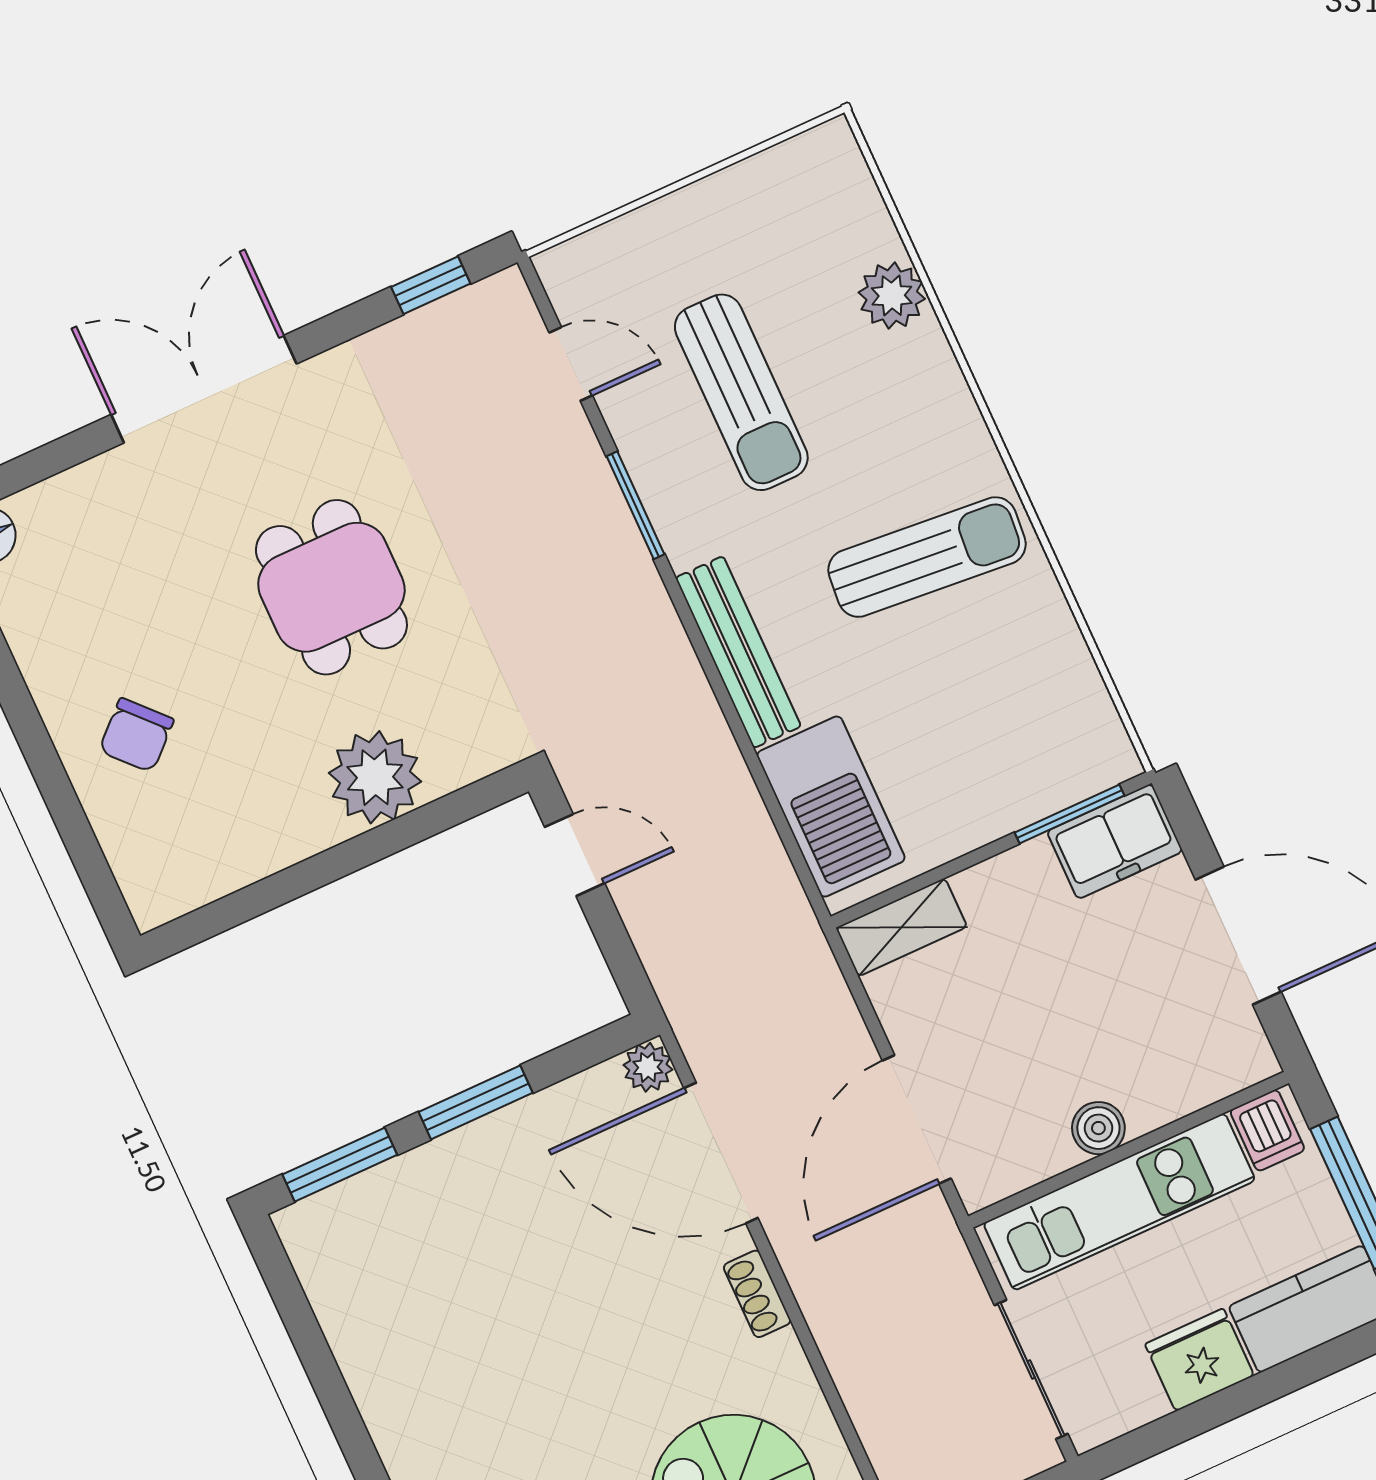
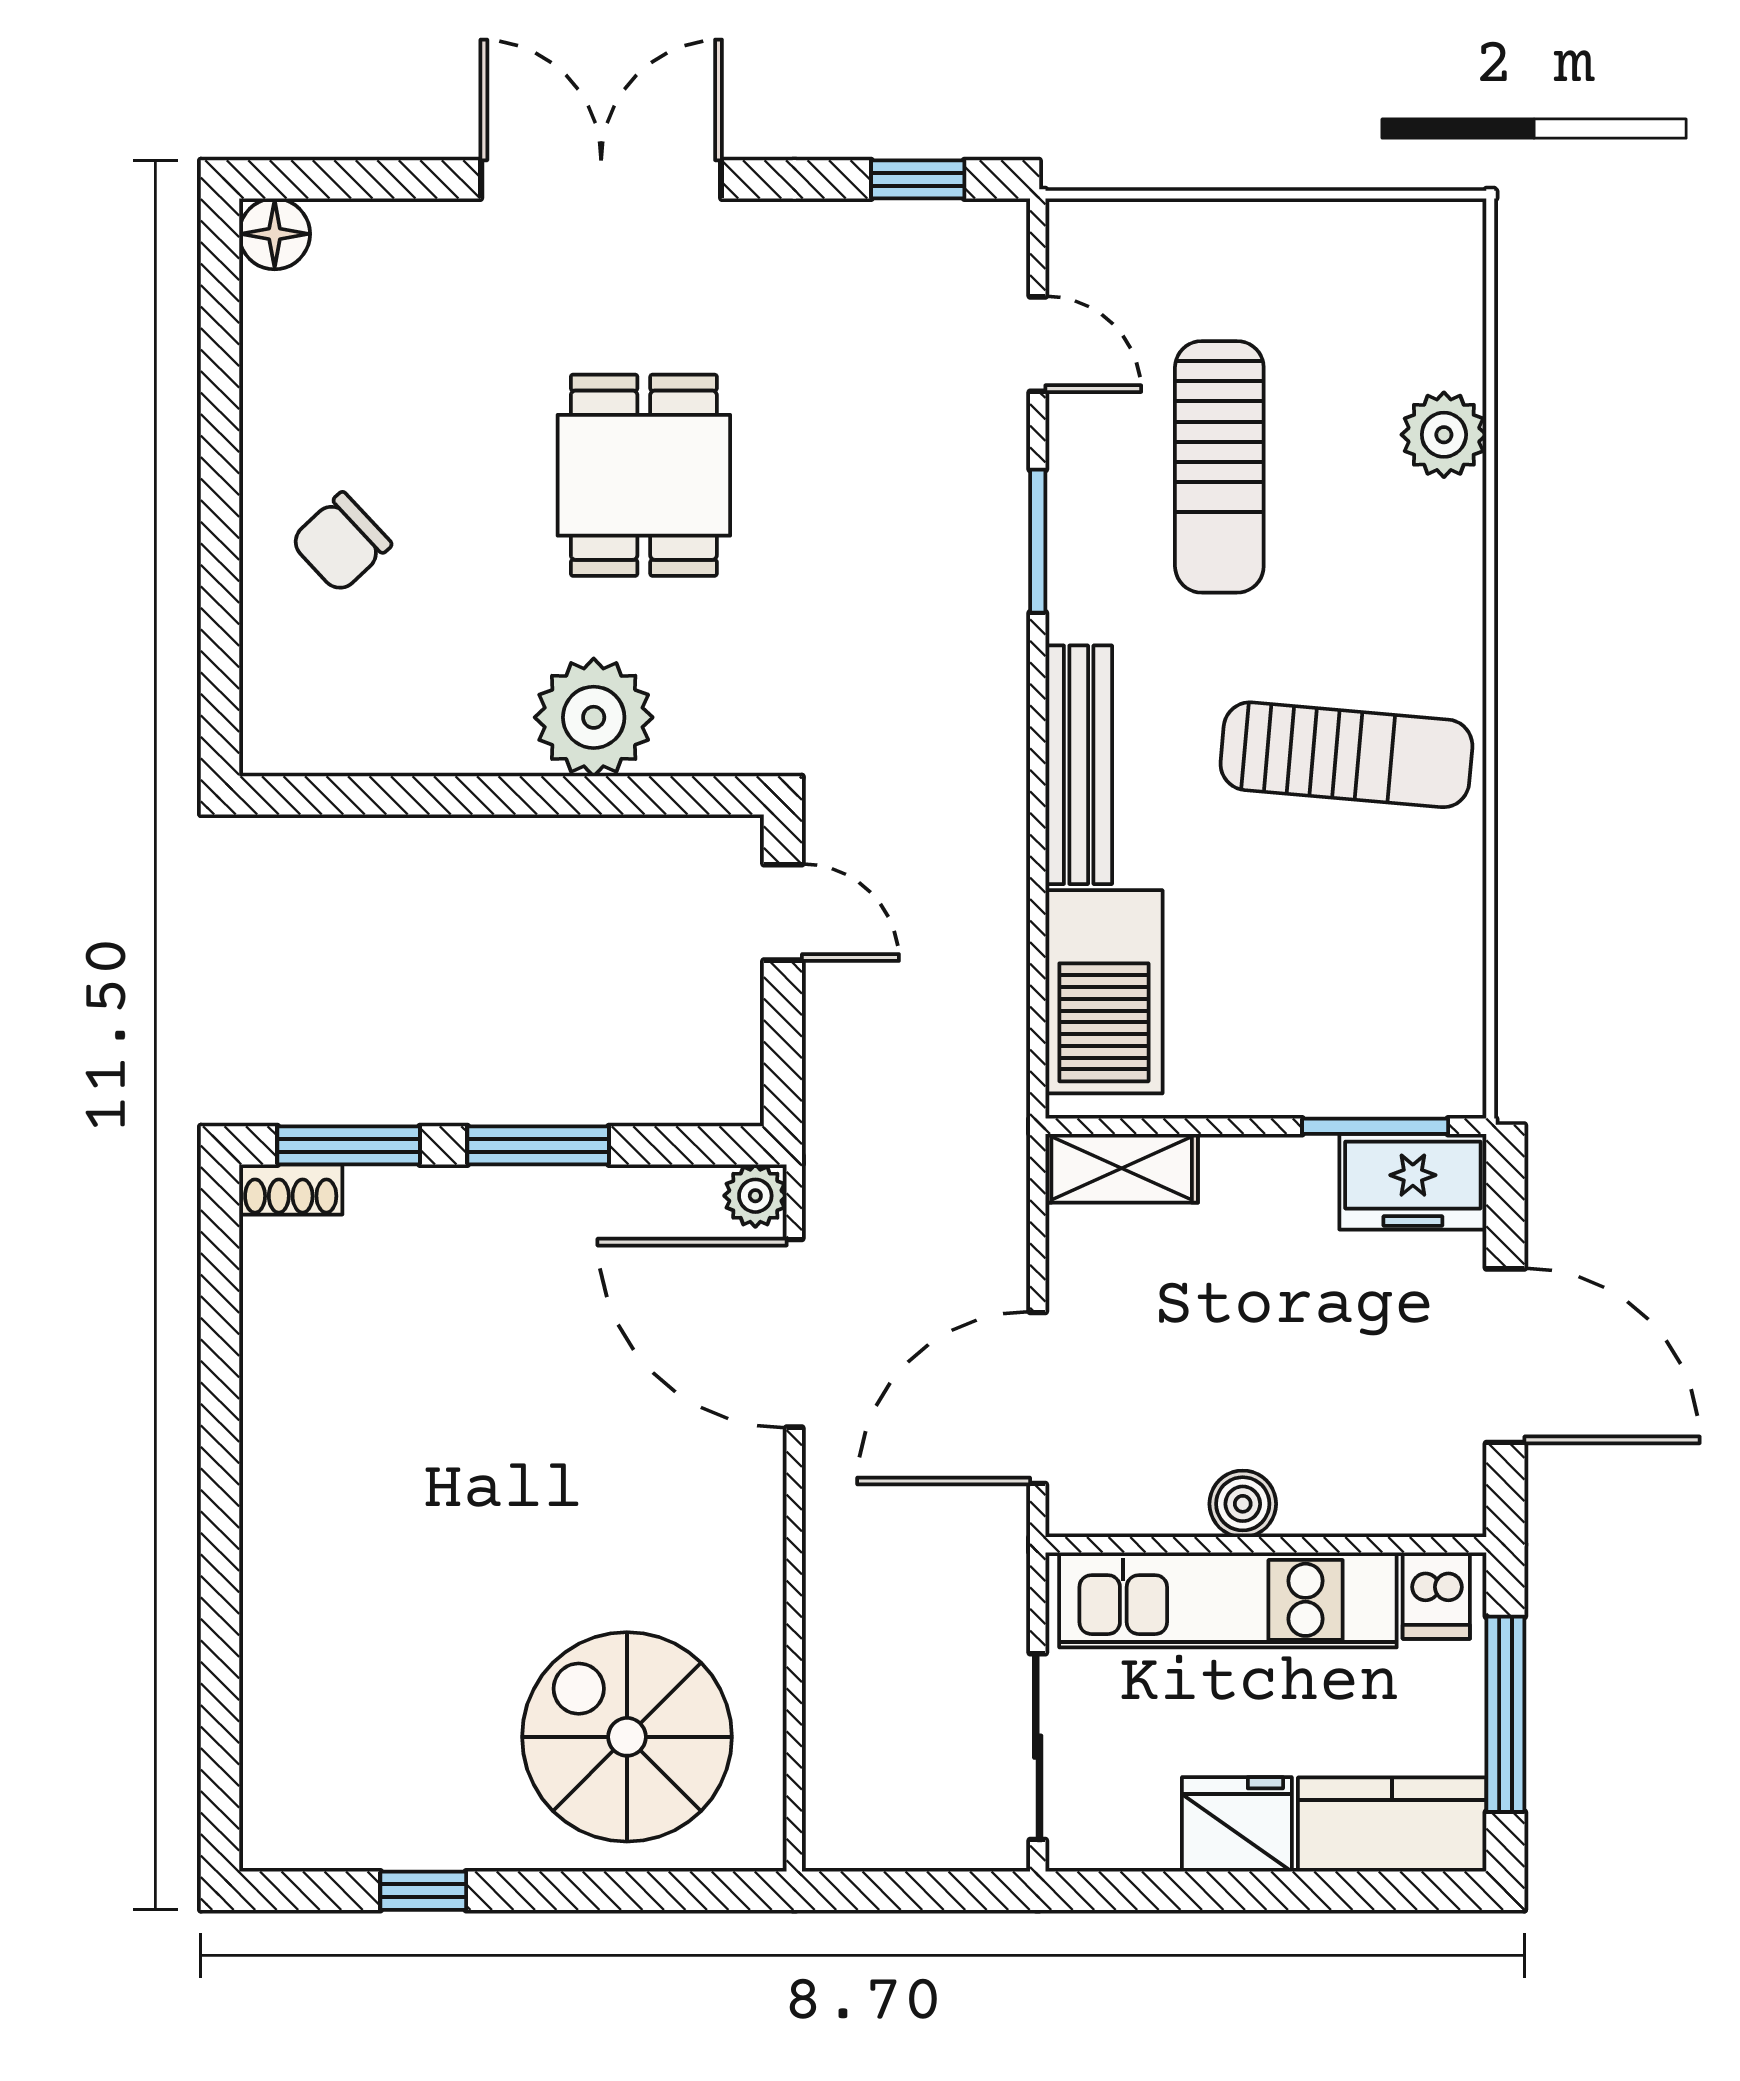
shoe rack: (757, 1294) -> (291, 1189), moved, turned -90

